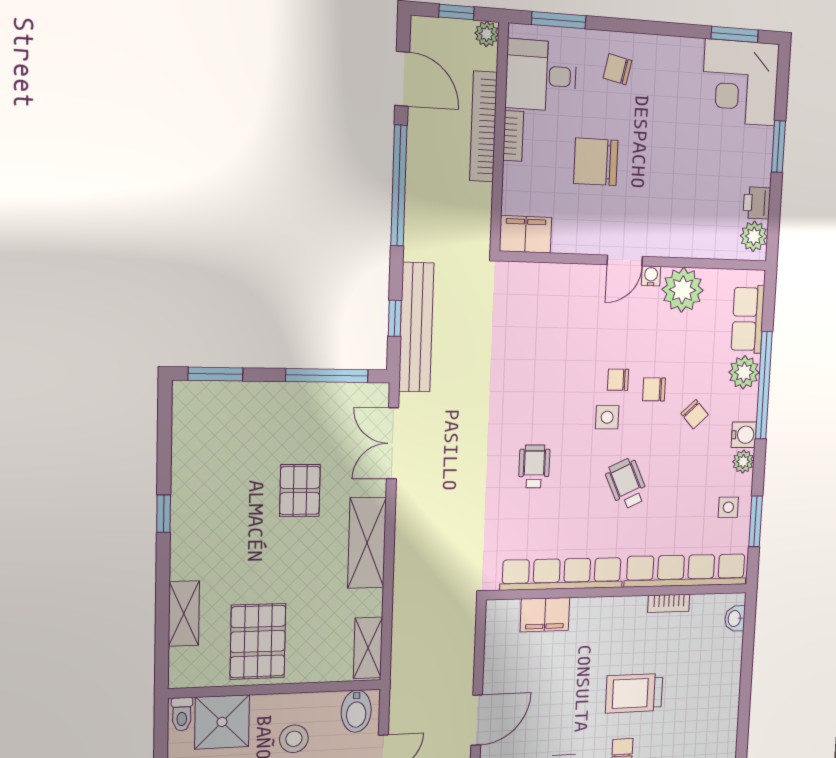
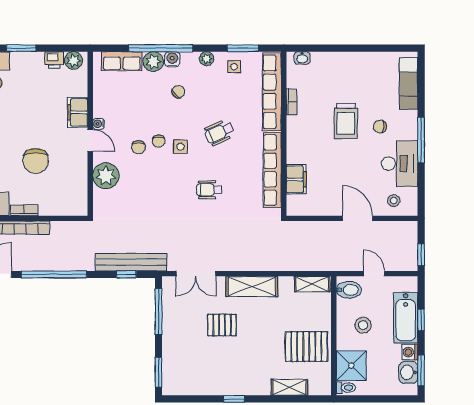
filing cabinet: (526, 234) -> (78, 112), moved
plant: (683, 290) -> (106, 176), moved
chair: (654, 389) -> (139, 147), moved
water cooler: (744, 435) -> (172, 59), moved

